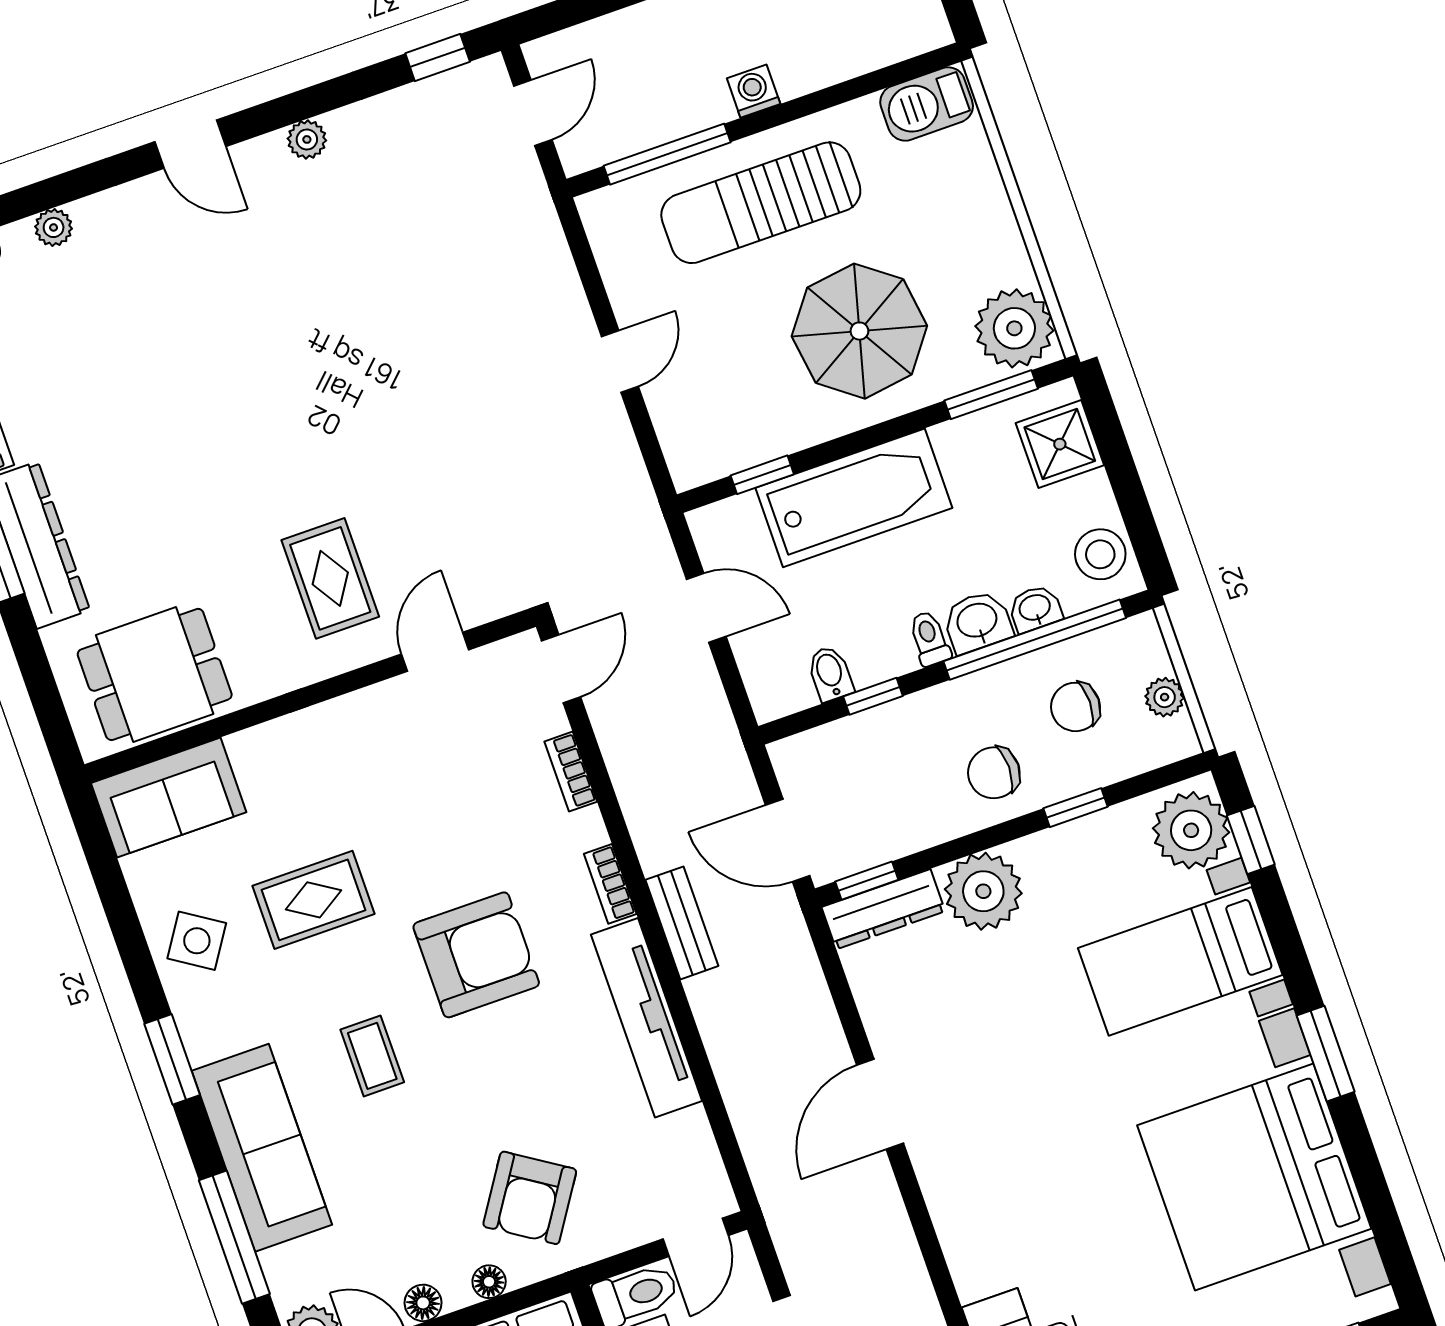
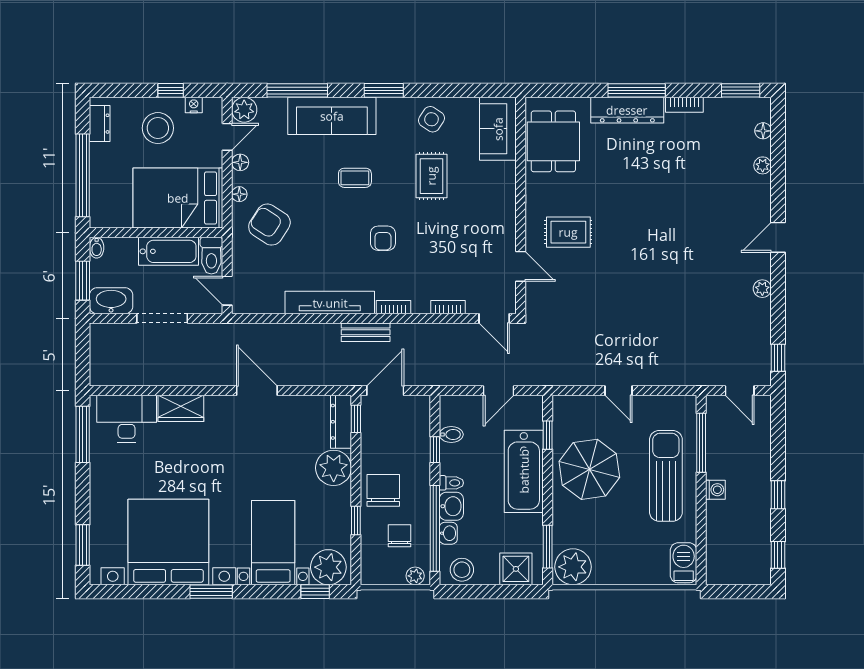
parasol: (859, 331) -> (589, 469), moved
plant: (1165, 697) -> (415, 576), moved
chair: (994, 773) -> (383, 490), width x1.37, depth x1.37
armchair: (476, 955) -> (383, 238), width x0.53, depth x0.53
wardrobe: (971, 1247) -> (181, 408), added

